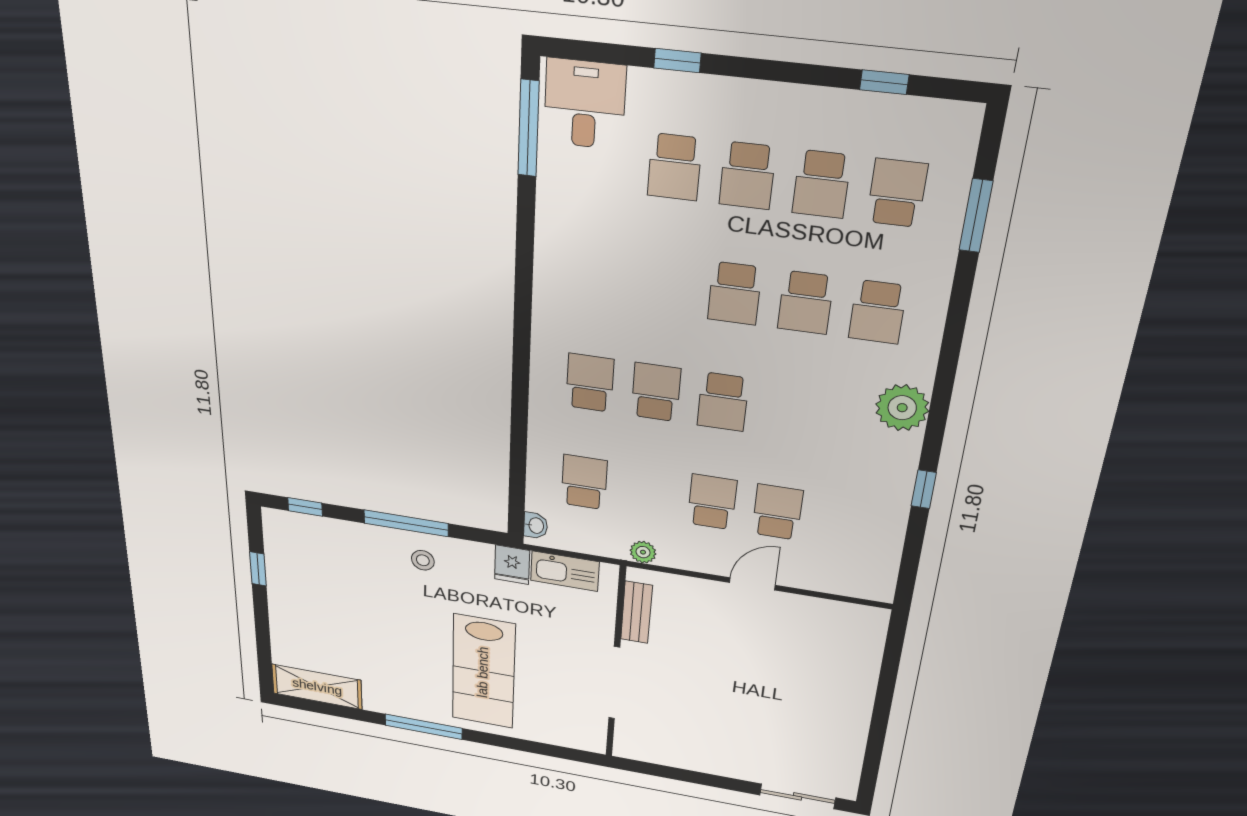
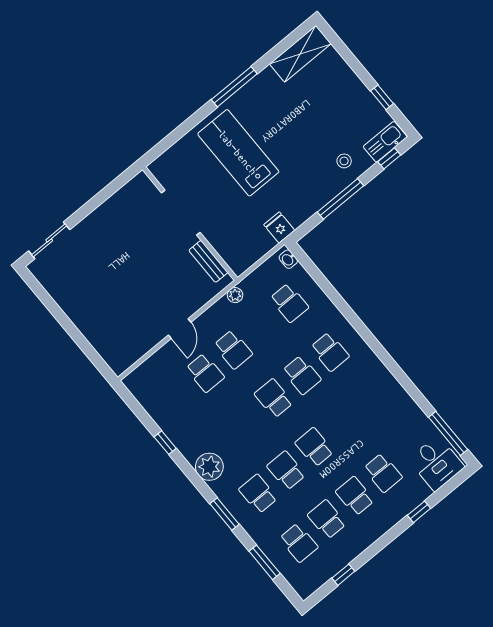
school desk: (674, 167) -> (383, 473), turned 180
window: (954, 333) -> (224, 514), added
stool: (423, 560) -> (344, 161), moved
kitchen sink: (565, 571) -> (385, 142), moved

